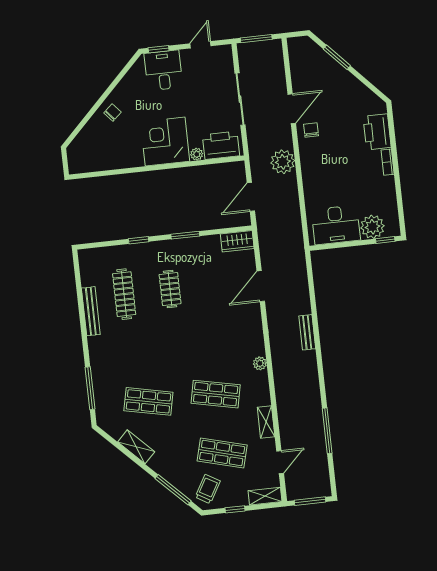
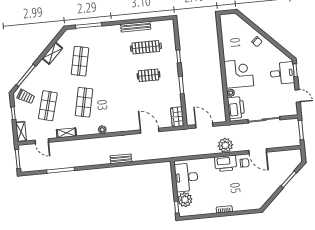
printer: (377, 132) -> (226, 163), moved, turned 180

